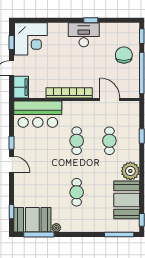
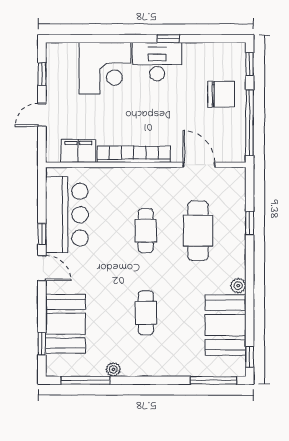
corner desk: (31, 39) -> (105, 68), moved
chair: (124, 55) -> (221, 94), turned 90
filing cabinet: (21, 87) -> (78, 151), moved, turned -90
bar counter: (38, 114) -> (67, 215), moved, turned -90
cafe table: (109, 141) -> (198, 231), width x1.37, depth x1.35
plant: (130, 171) -> (238, 286), width x0.53, depth x0.53
booth: (32, 220) -> (65, 324), moved, turned 90

